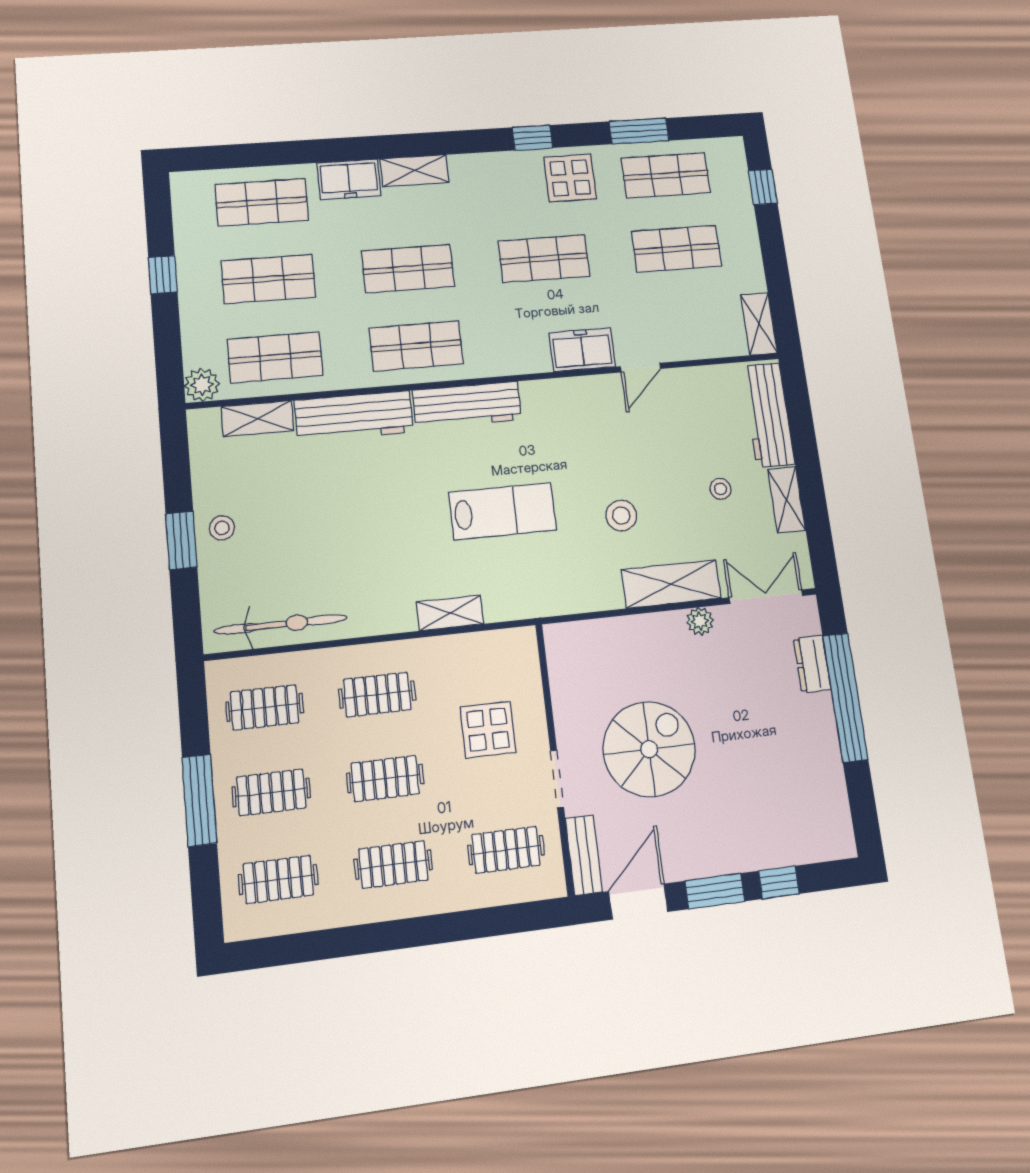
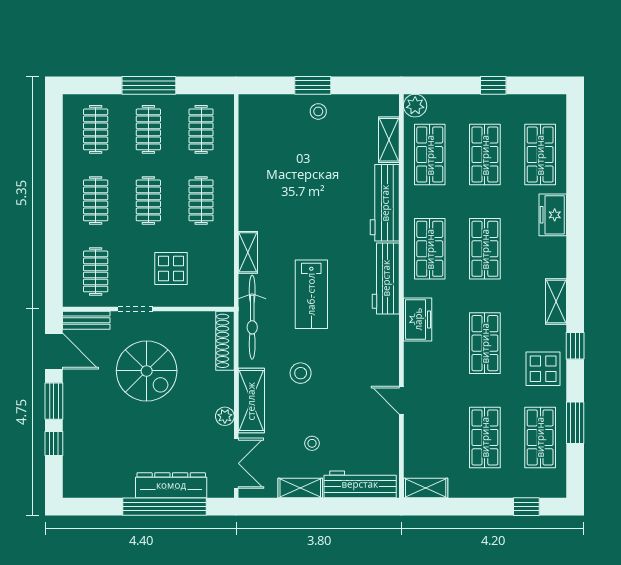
shelving: (414, 171) -> (556, 302), moved
freezer: (582, 350) -> (418, 319), moved
bicycle: (281, 624) -> (252, 317), moved
shoe rack: (588, 633) -> (225, 341), added
dresser: (812, 664) -> (171, 485), width x1.96, depth x1.24

